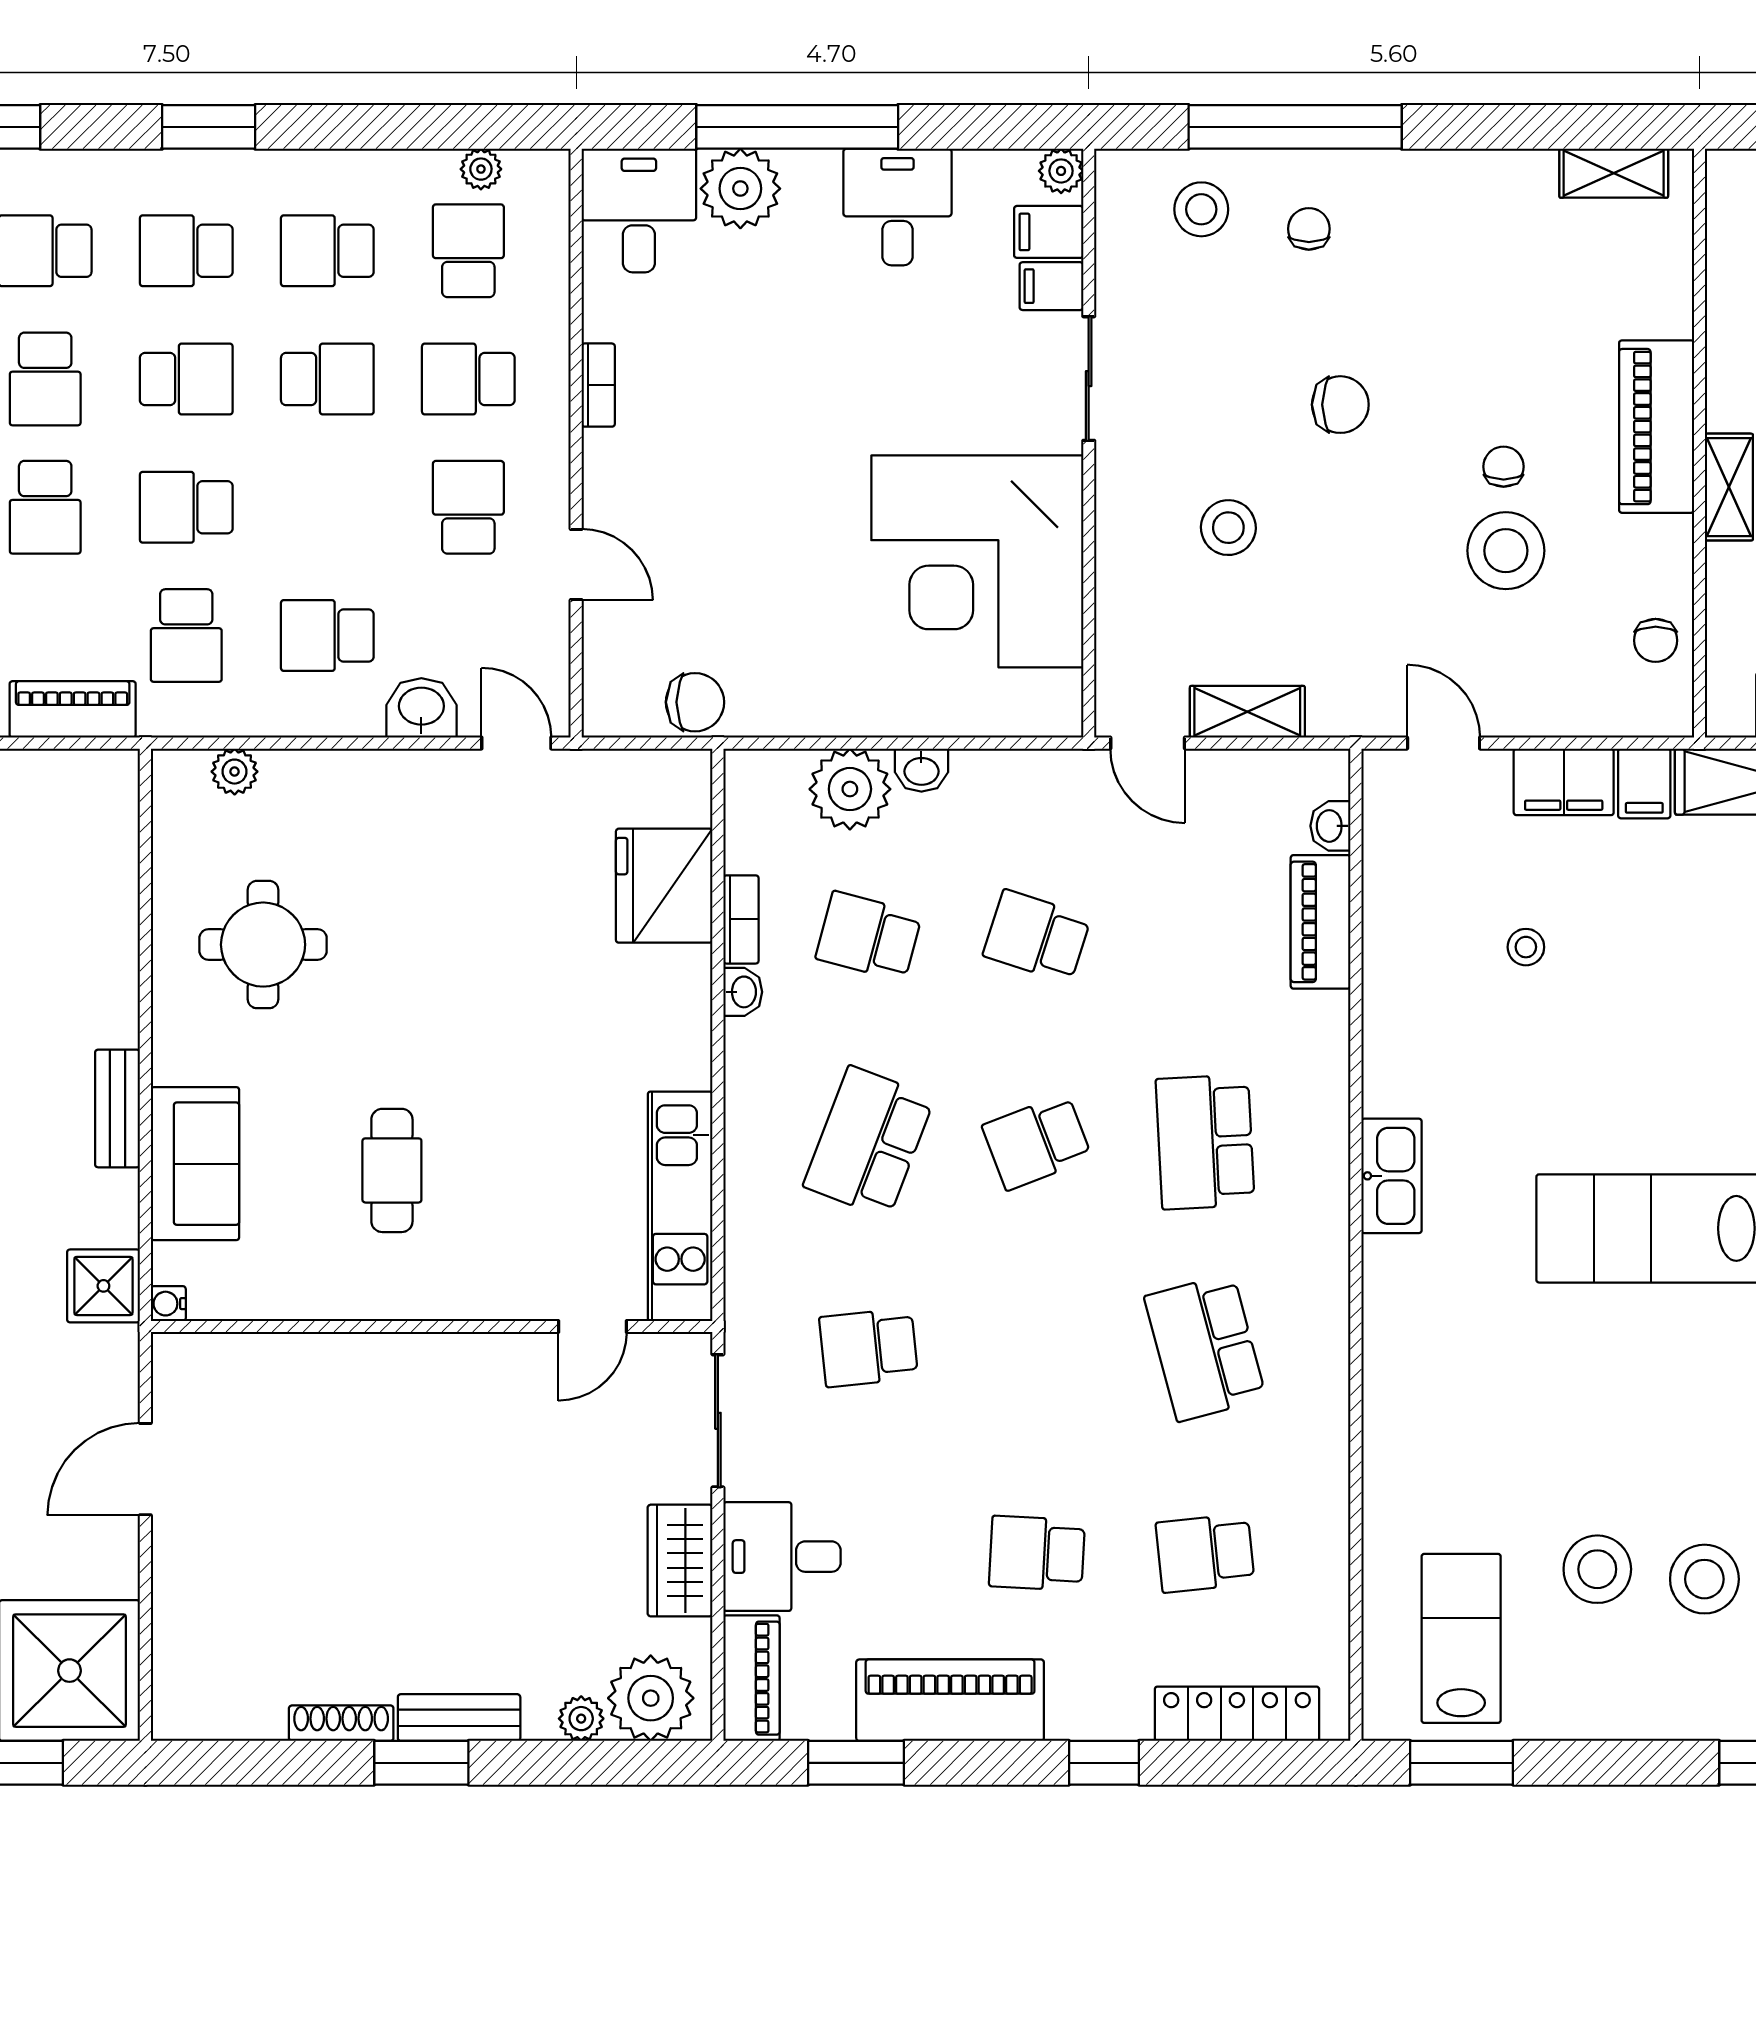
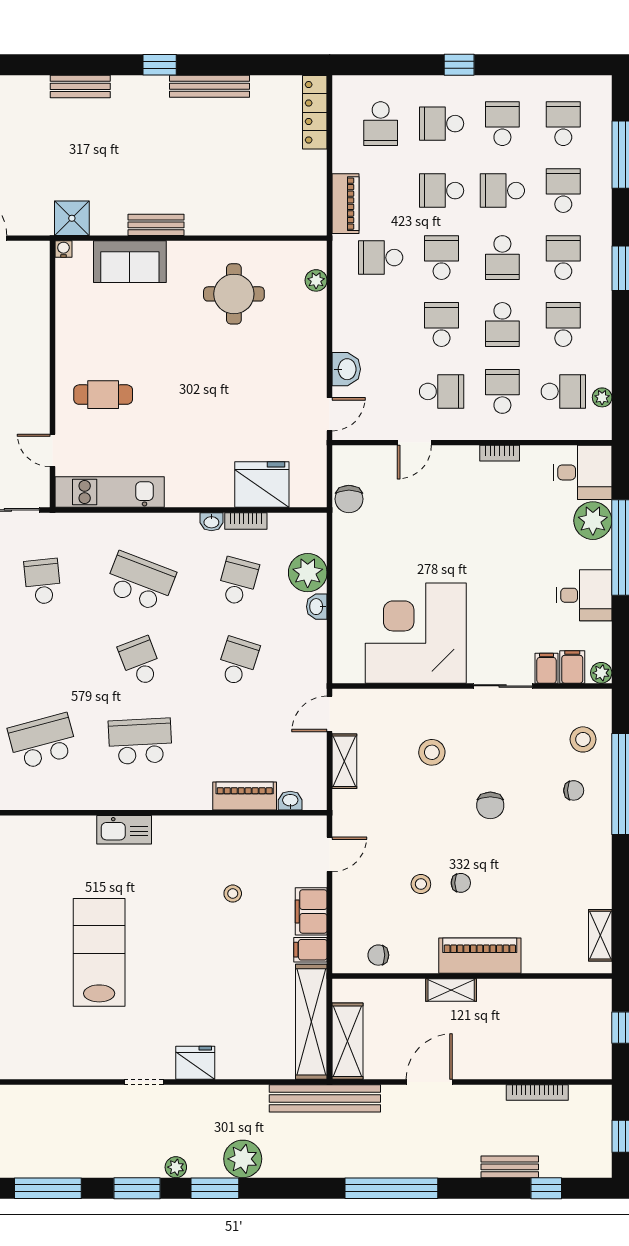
stool: (1506, 551) -> (421, 884), width x0.53, depth x0.53
school desk: (327, 636) -> (442, 324), moved
cafe table: (392, 1170) -> (103, 395), moved

